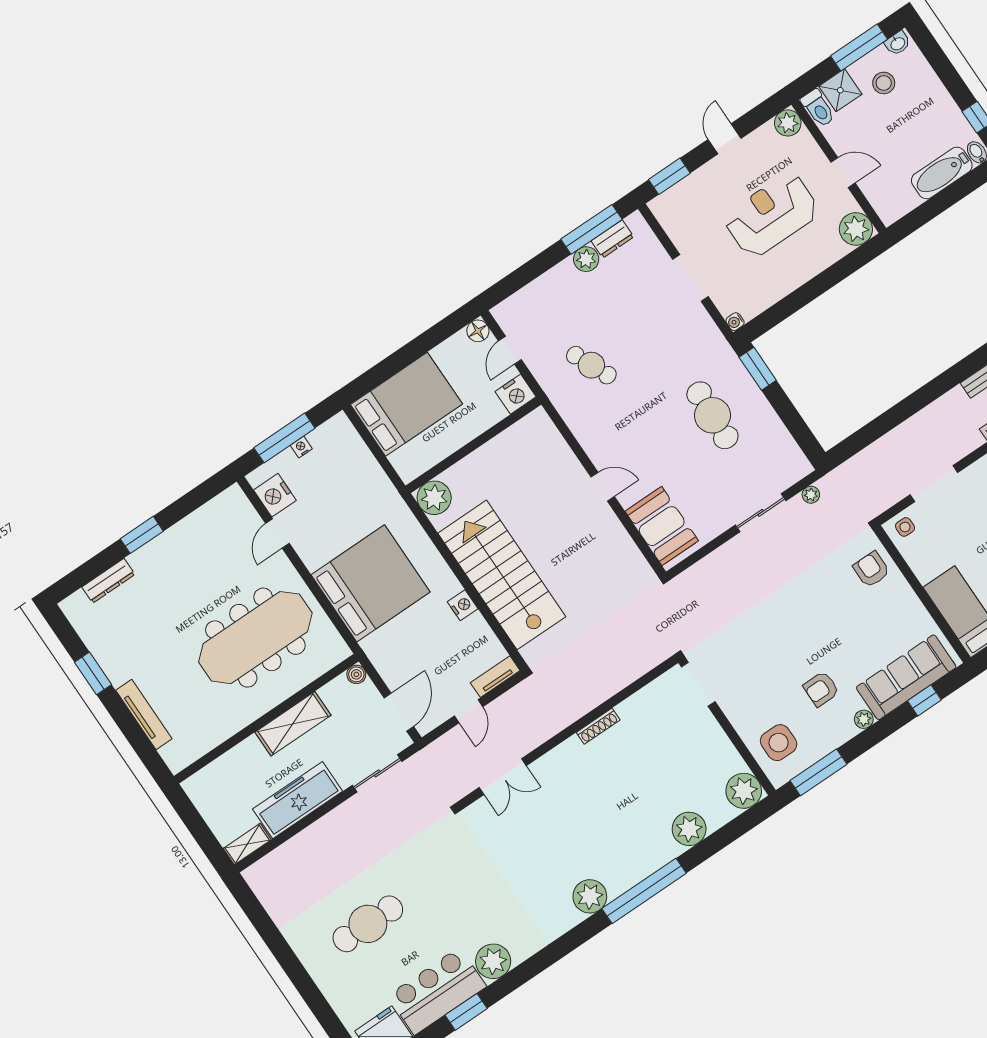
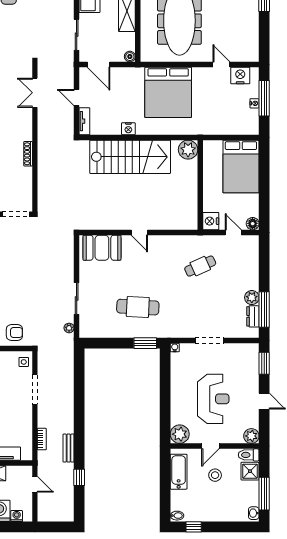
stool: (884, 83) -> (215, 475), moved
bathtub: (942, 173) -> (179, 472), moved
door: (603, 487) -> (139, 232), hinge flipped

